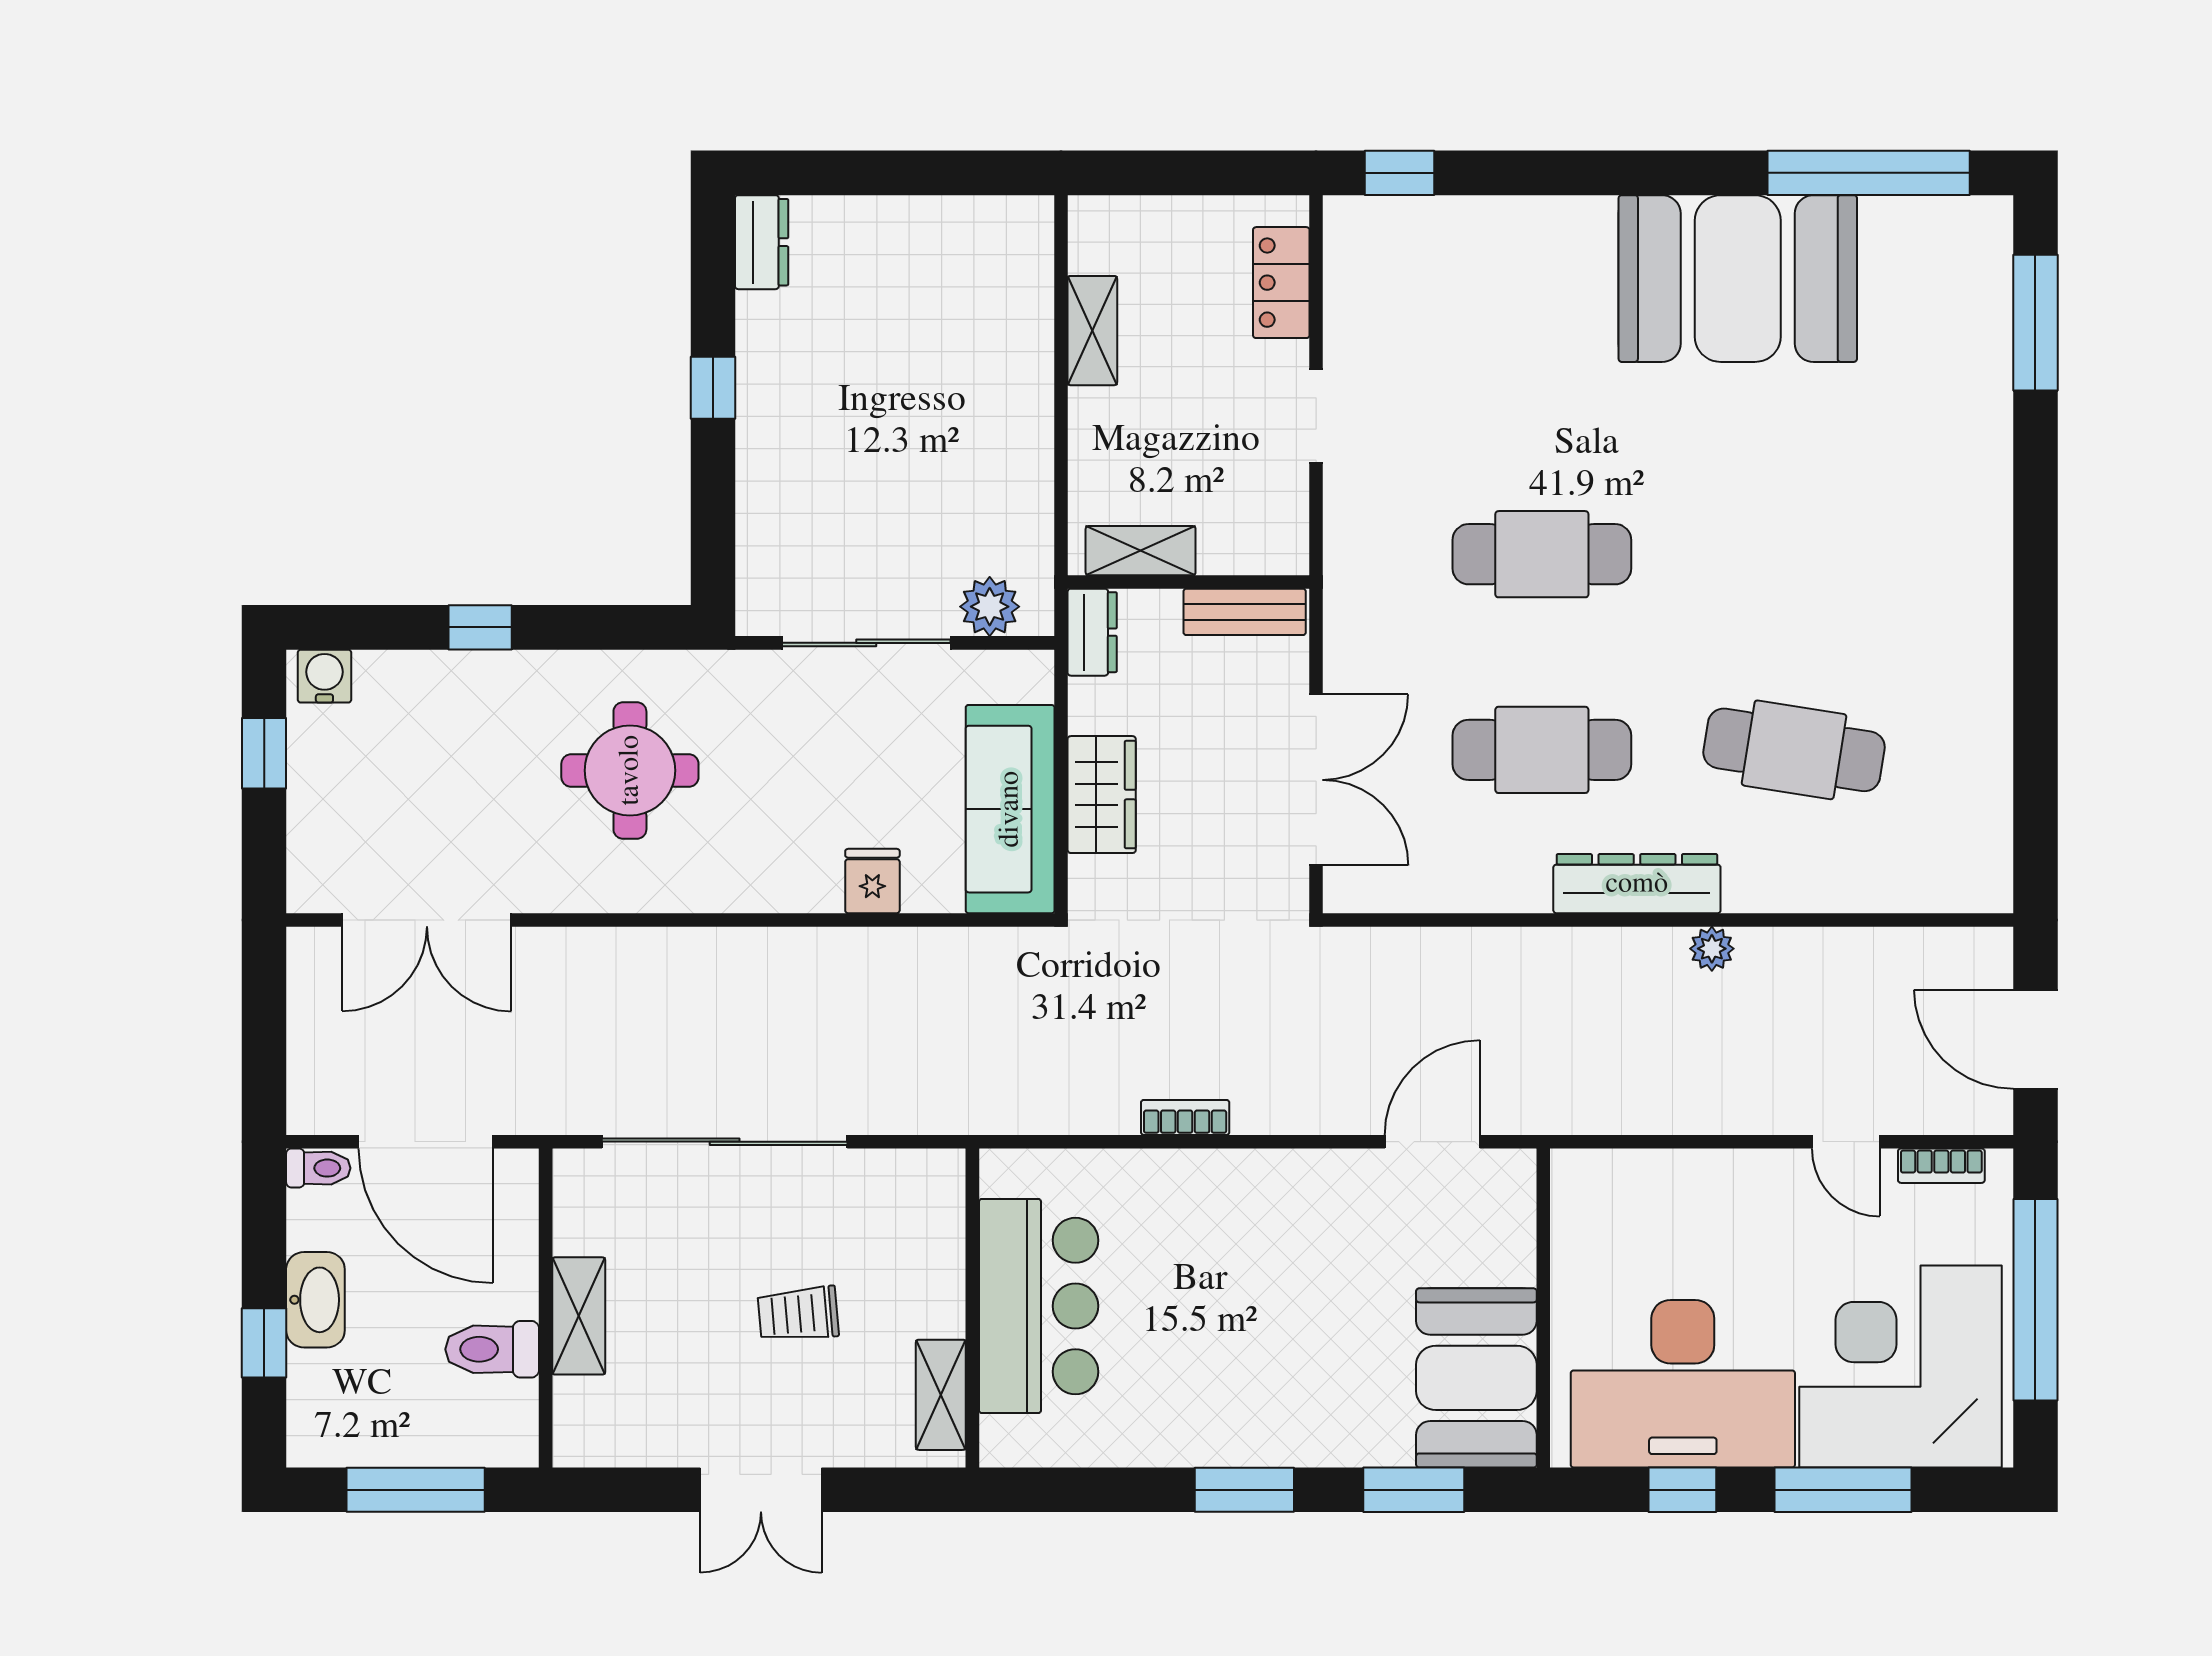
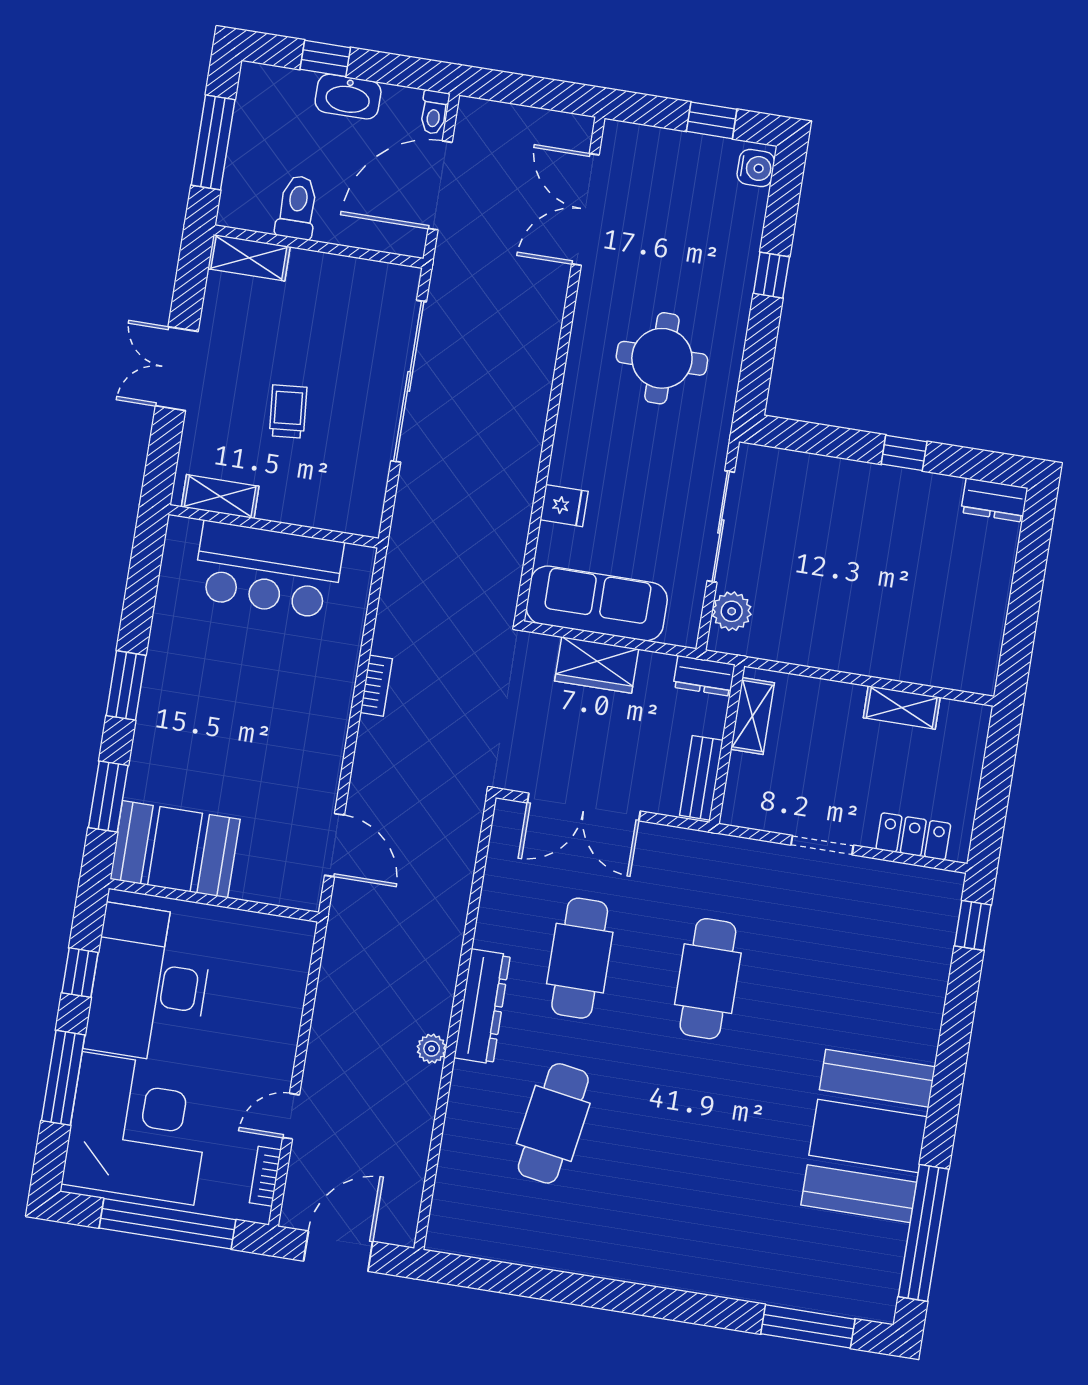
shelving: (579, 1316) -> (249, 258), moved

